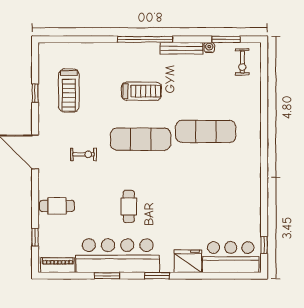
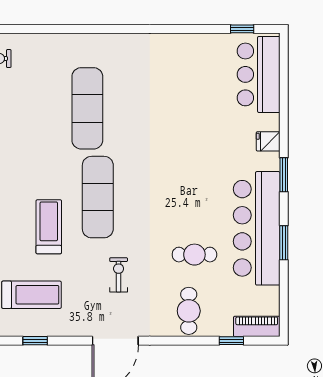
treadmill: (141, 91) -> (49, 227), moved
cafe table: (129, 206) -> (194, 255), moved
fridge: (188, 261) -> (268, 141), width x0.53, depth x0.75
piano: (58, 265) -> (257, 326), moved, turned 90

